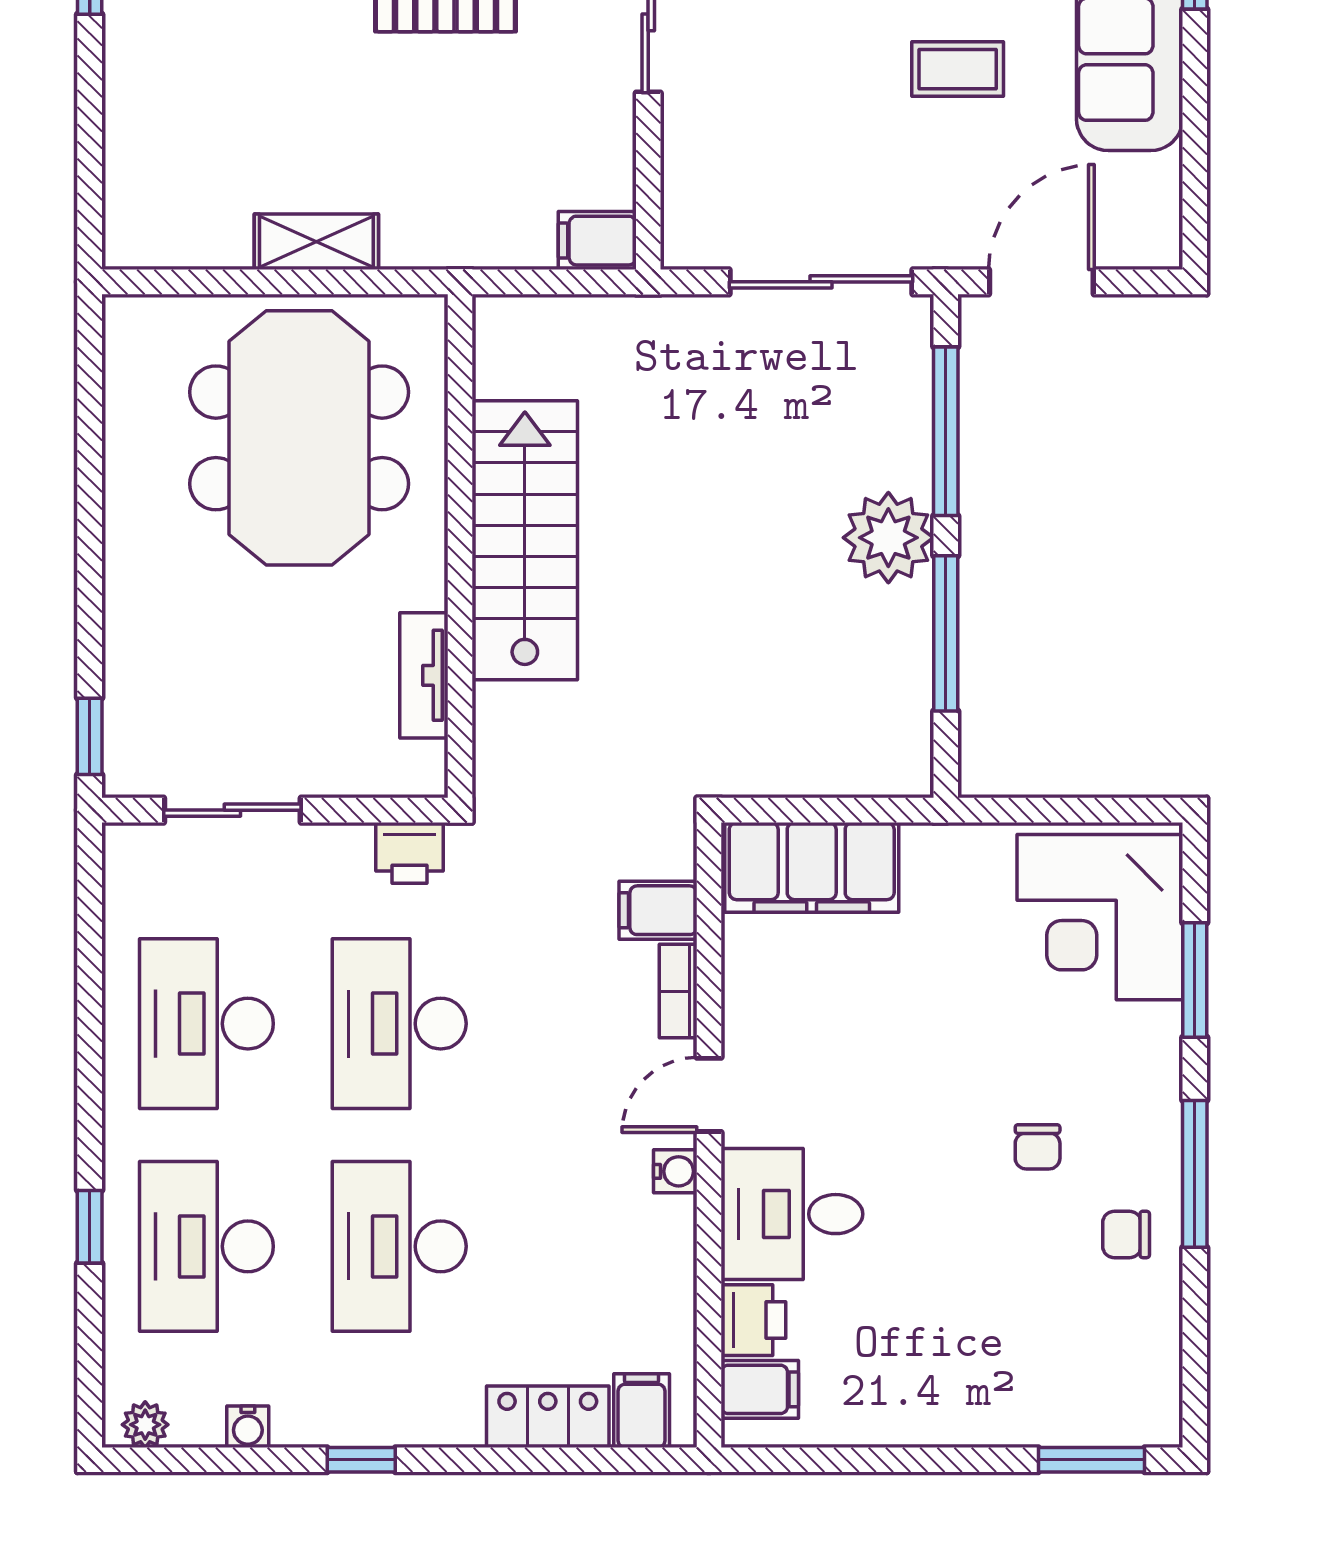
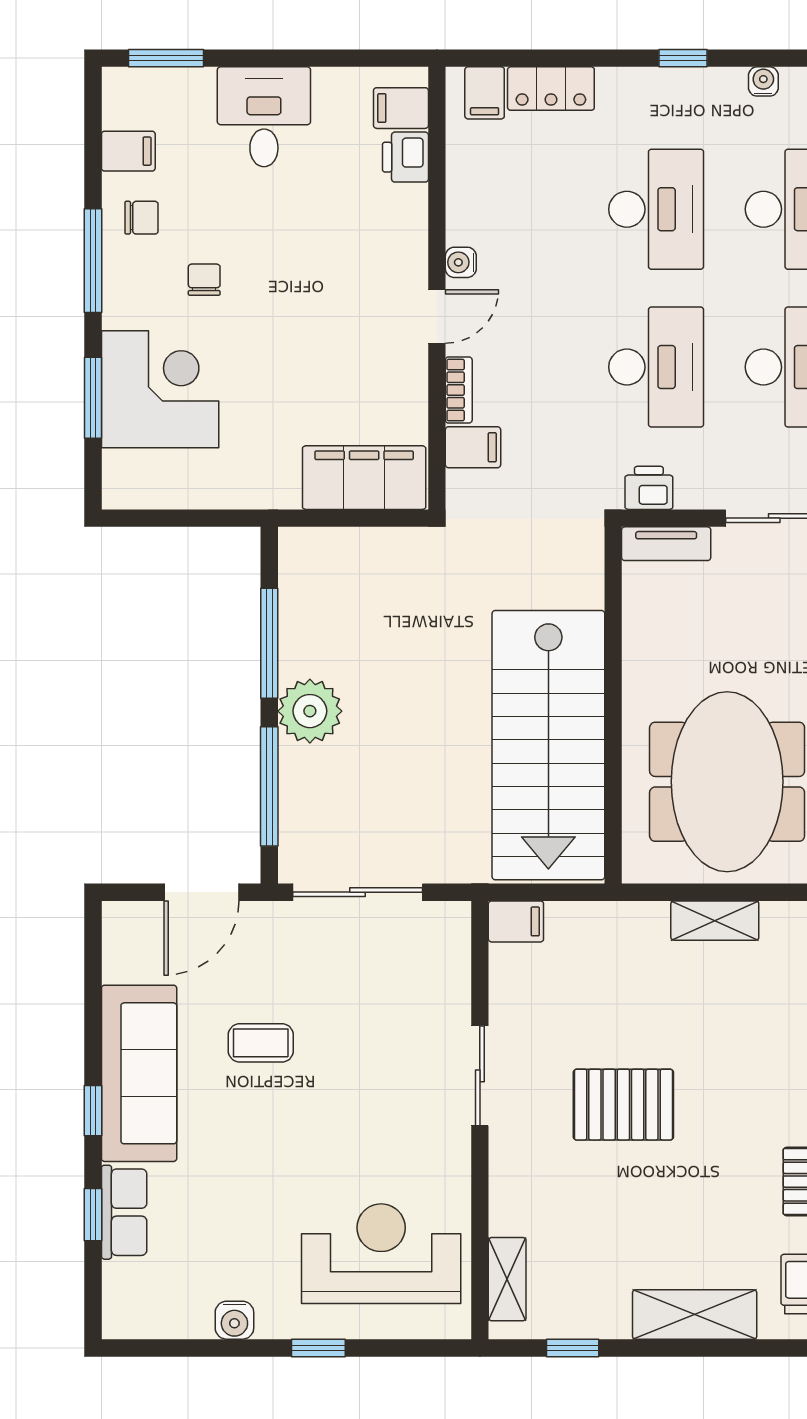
stairs: (525, 540) -> (548, 745), width x1.36, depth x1.51
tv unit: (424, 675) -> (666, 544), moved, turned 90
corner desk: (1100, 917) -> (160, 389), moved
desk: (792, 1214) -> (264, 117), moved, turned -90
filing cabinet: (1145, 1328) -> (128, 151), added

